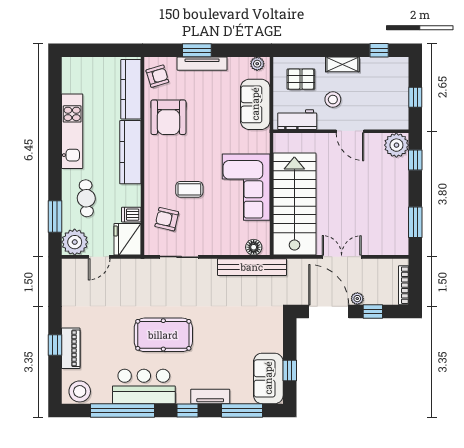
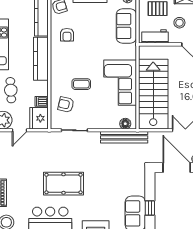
armchair: (168, 117) -> (67, 35), width x0.53, depth x0.53

